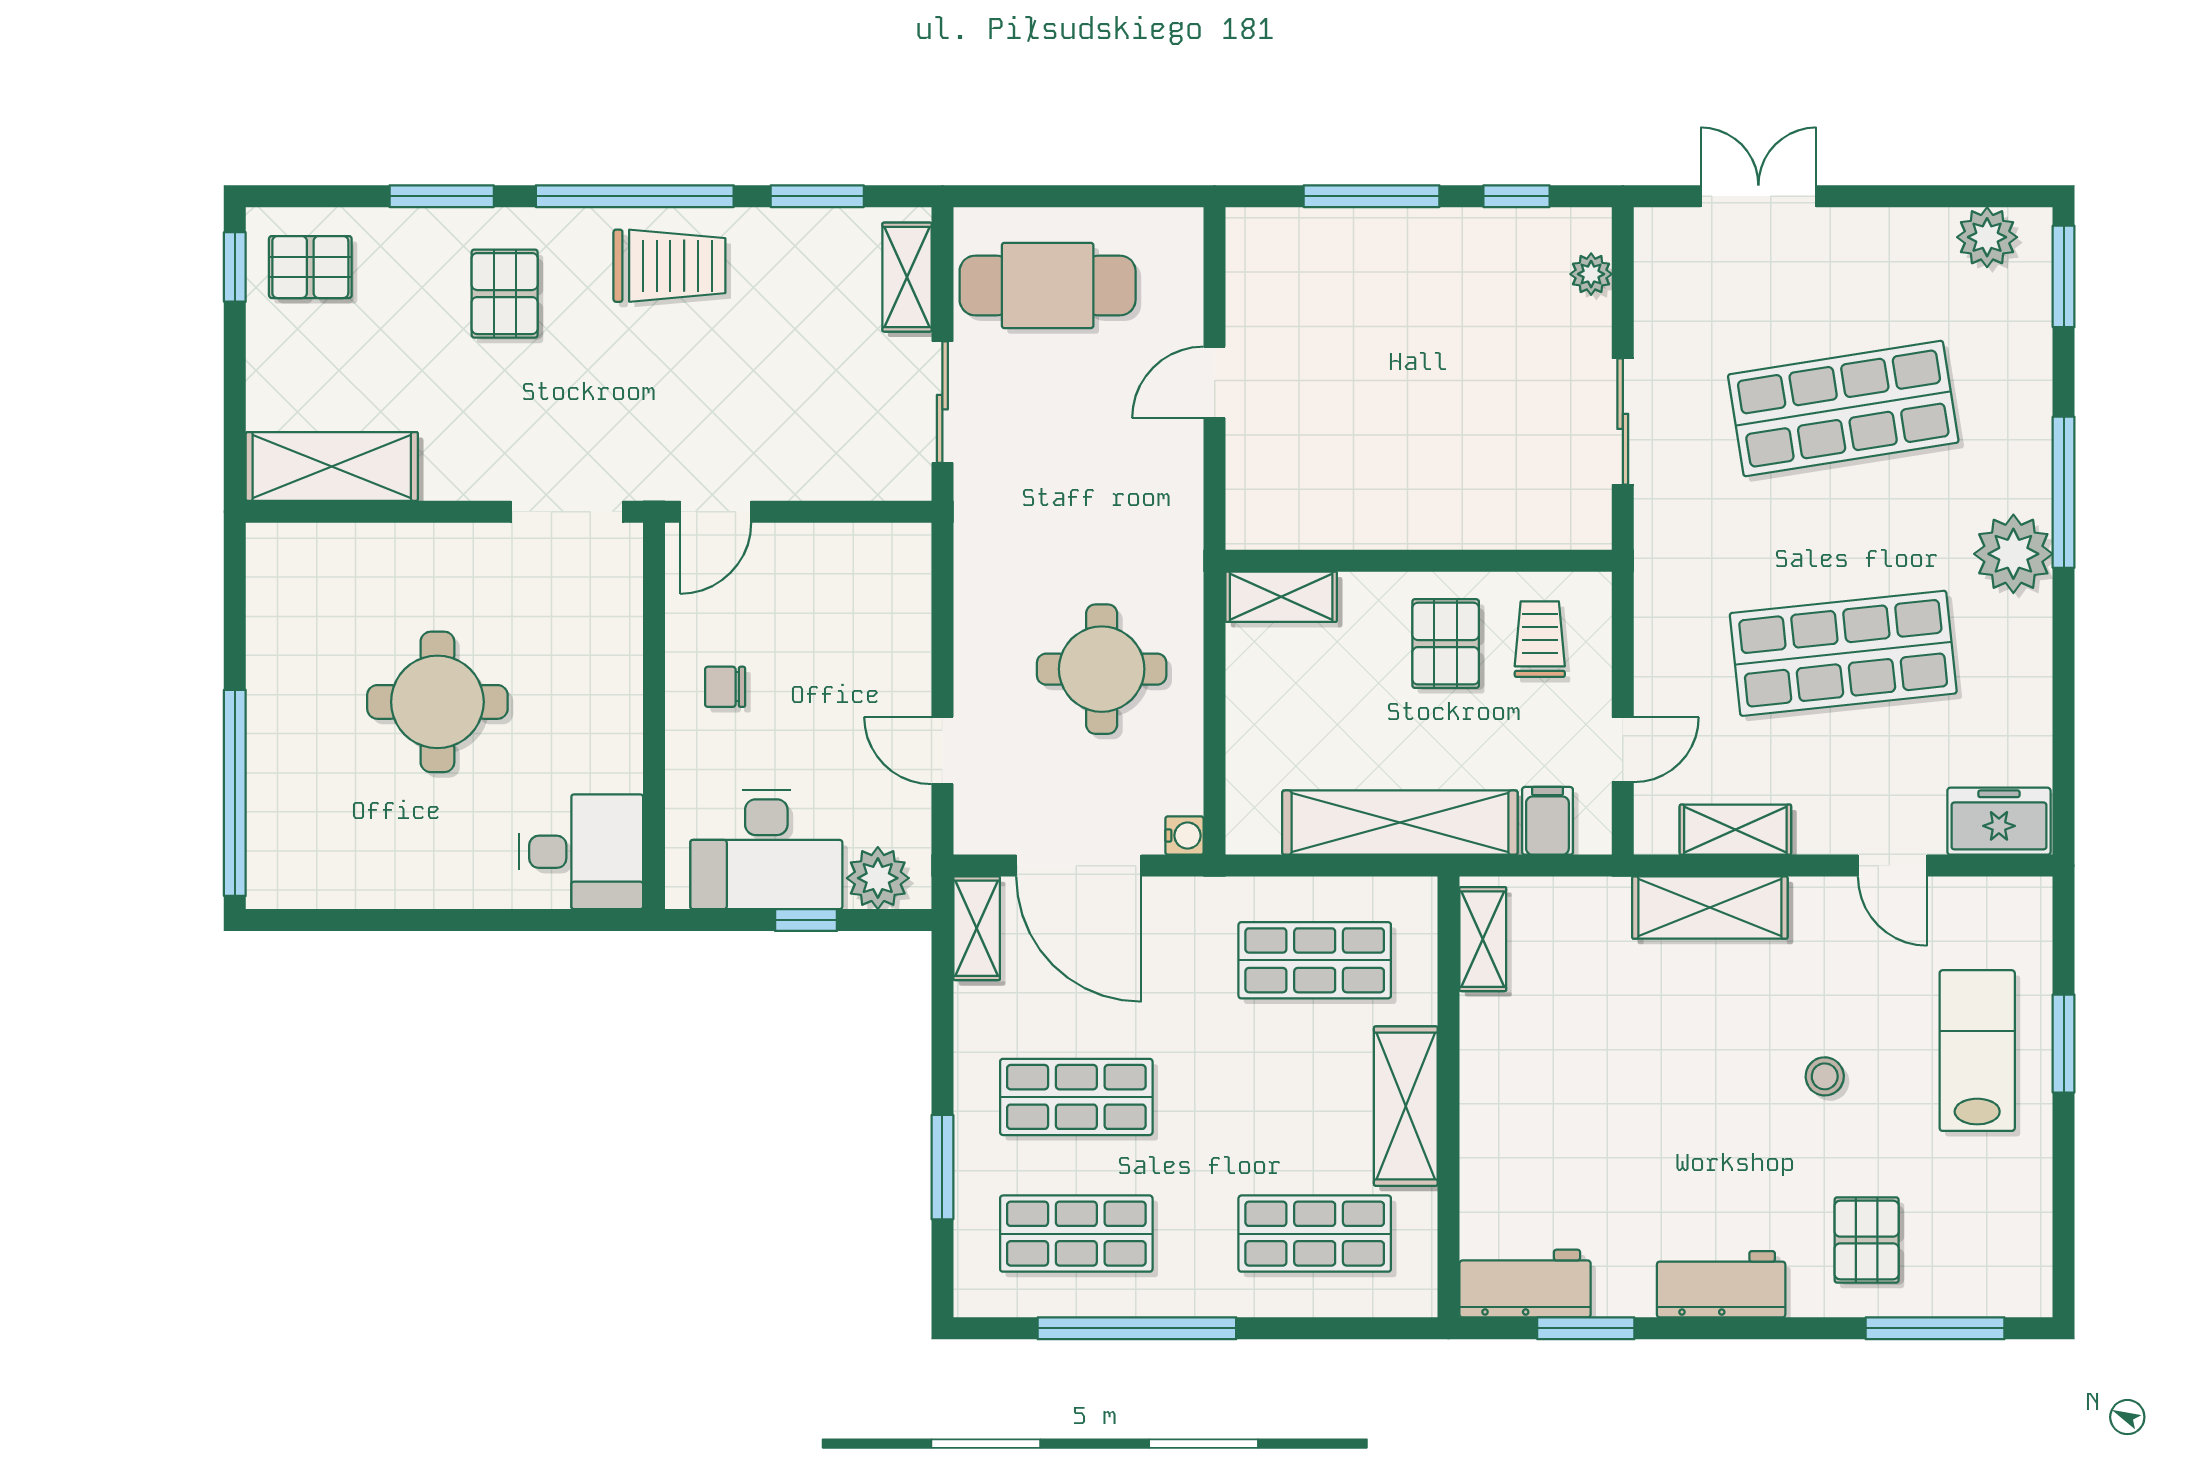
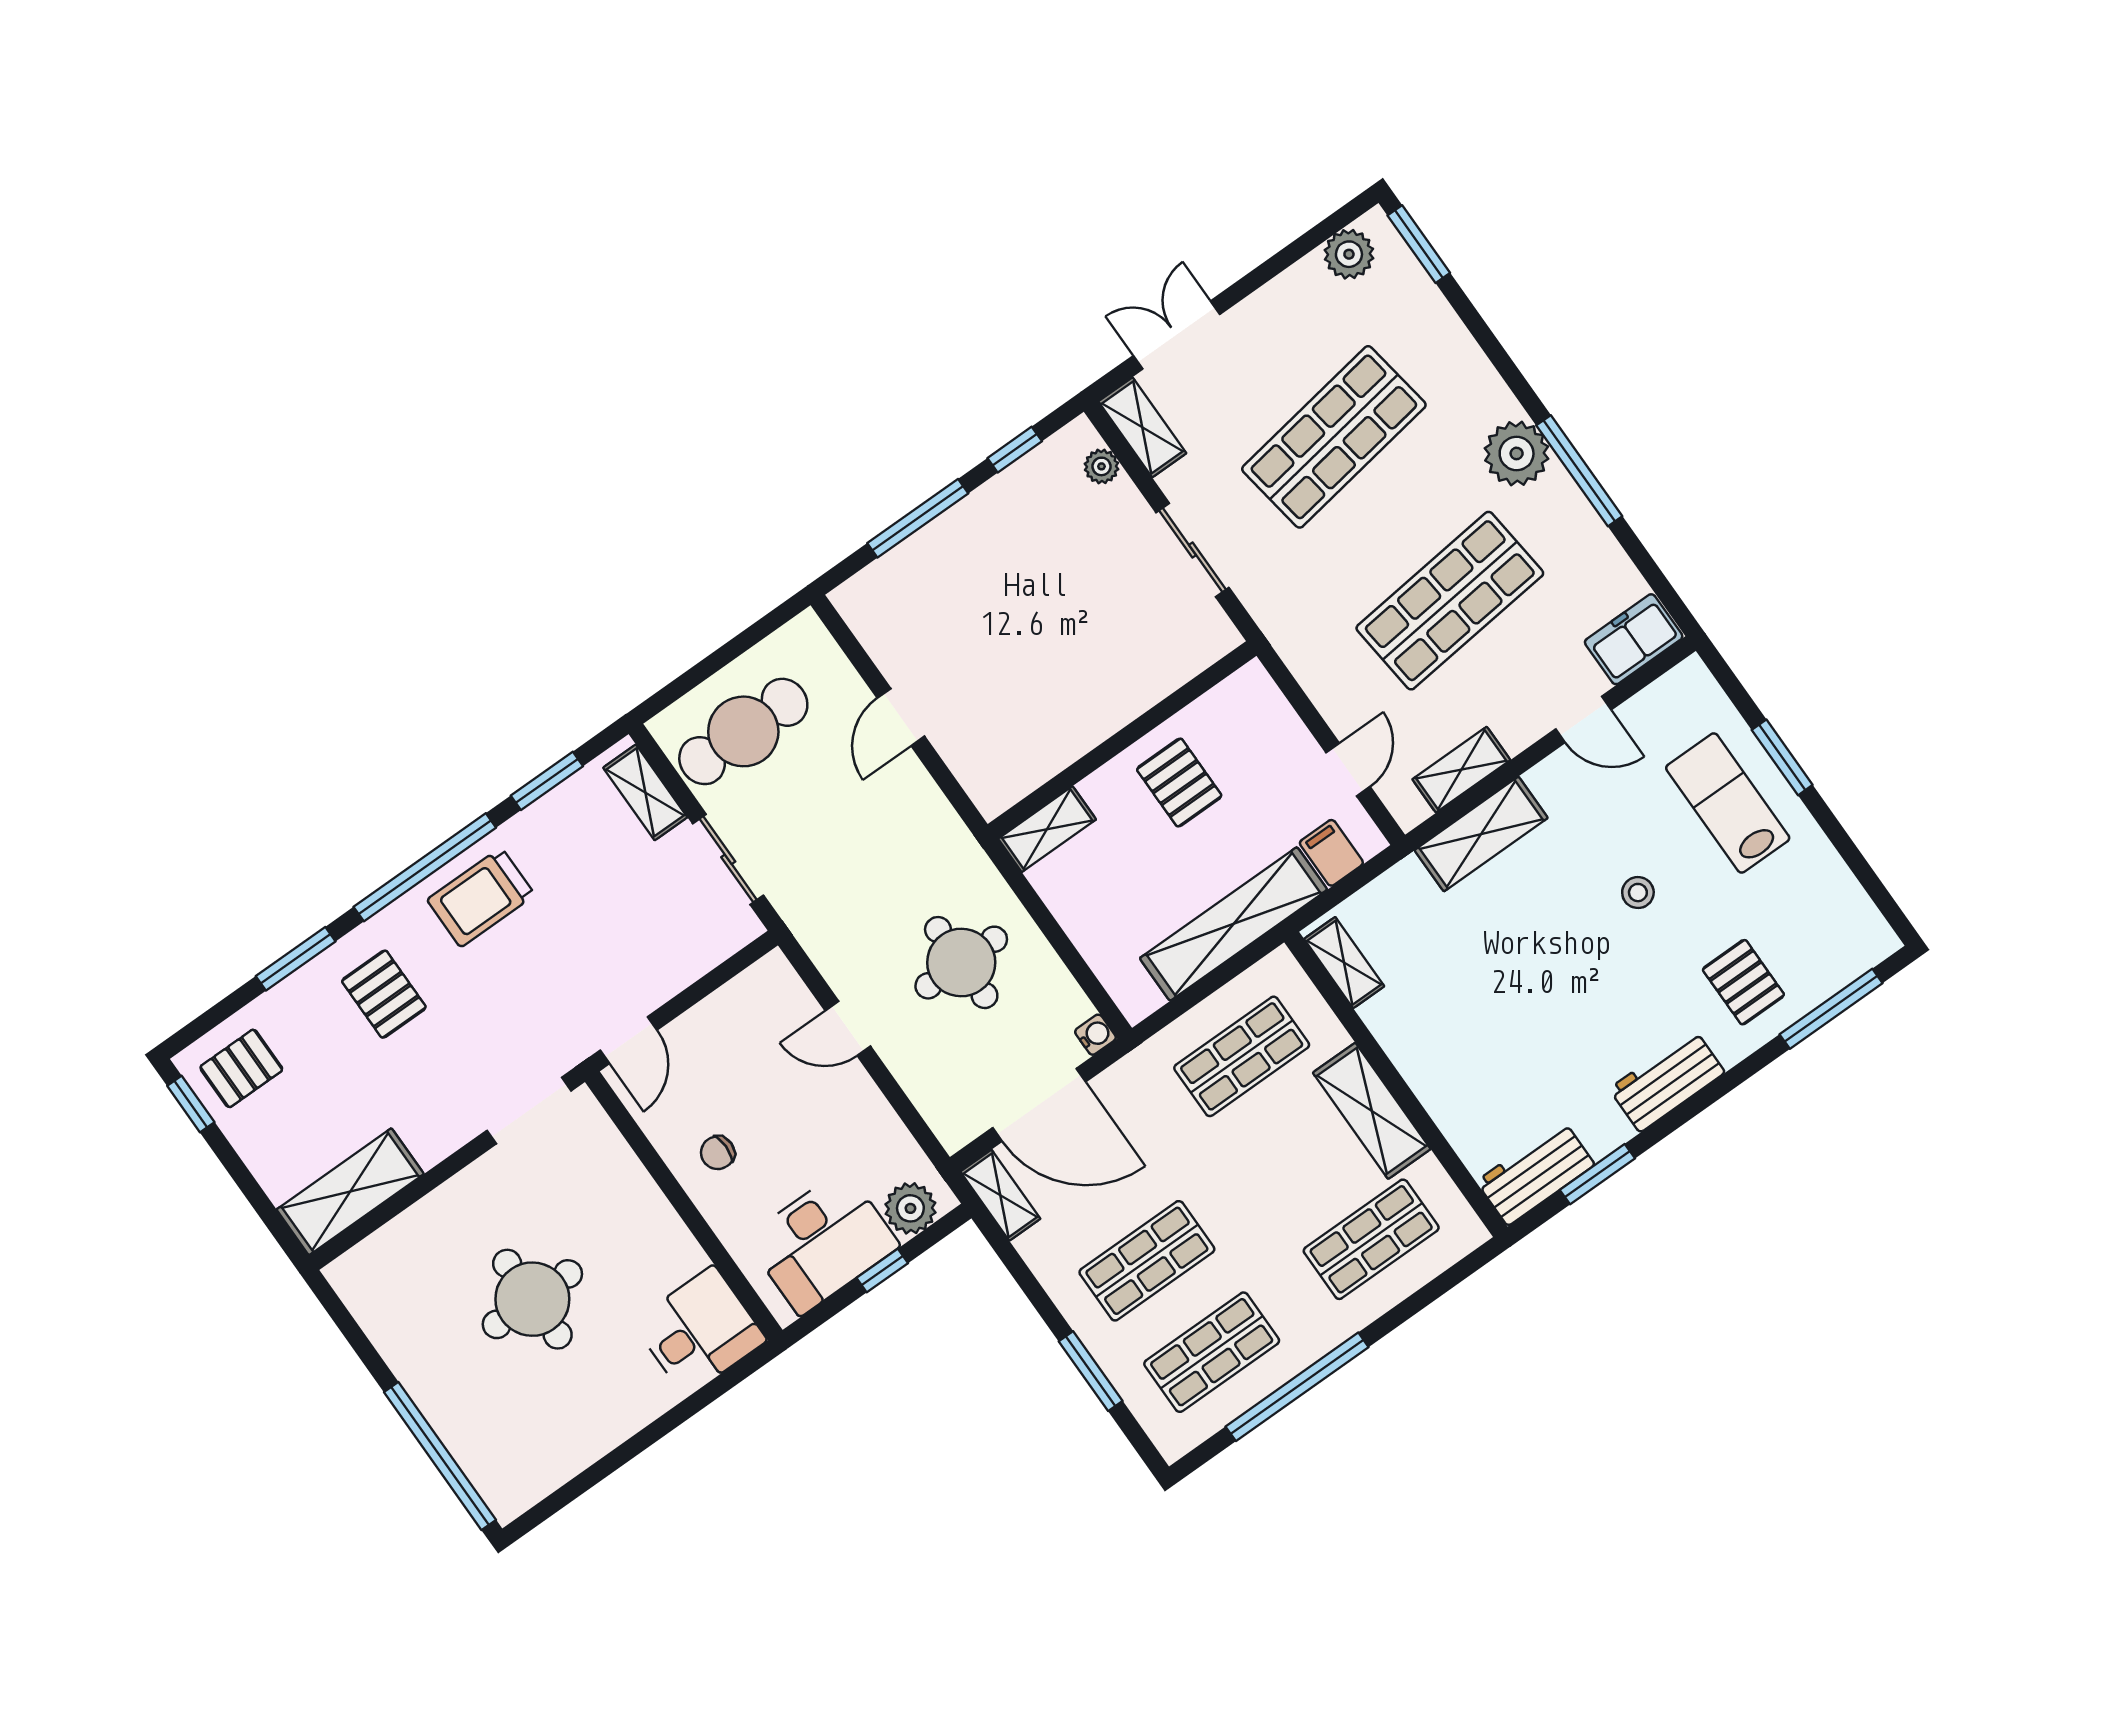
shelving: (1659, 264) -> (1142, 427), added
trolley: (669, 266) -> (481, 897), turned 180
window: (2064, 492) -> (1579, 471), moved
trolley: (1540, 639) -> (1240, 735), removed
door: (942, 750) -> (848, 1028), moved

